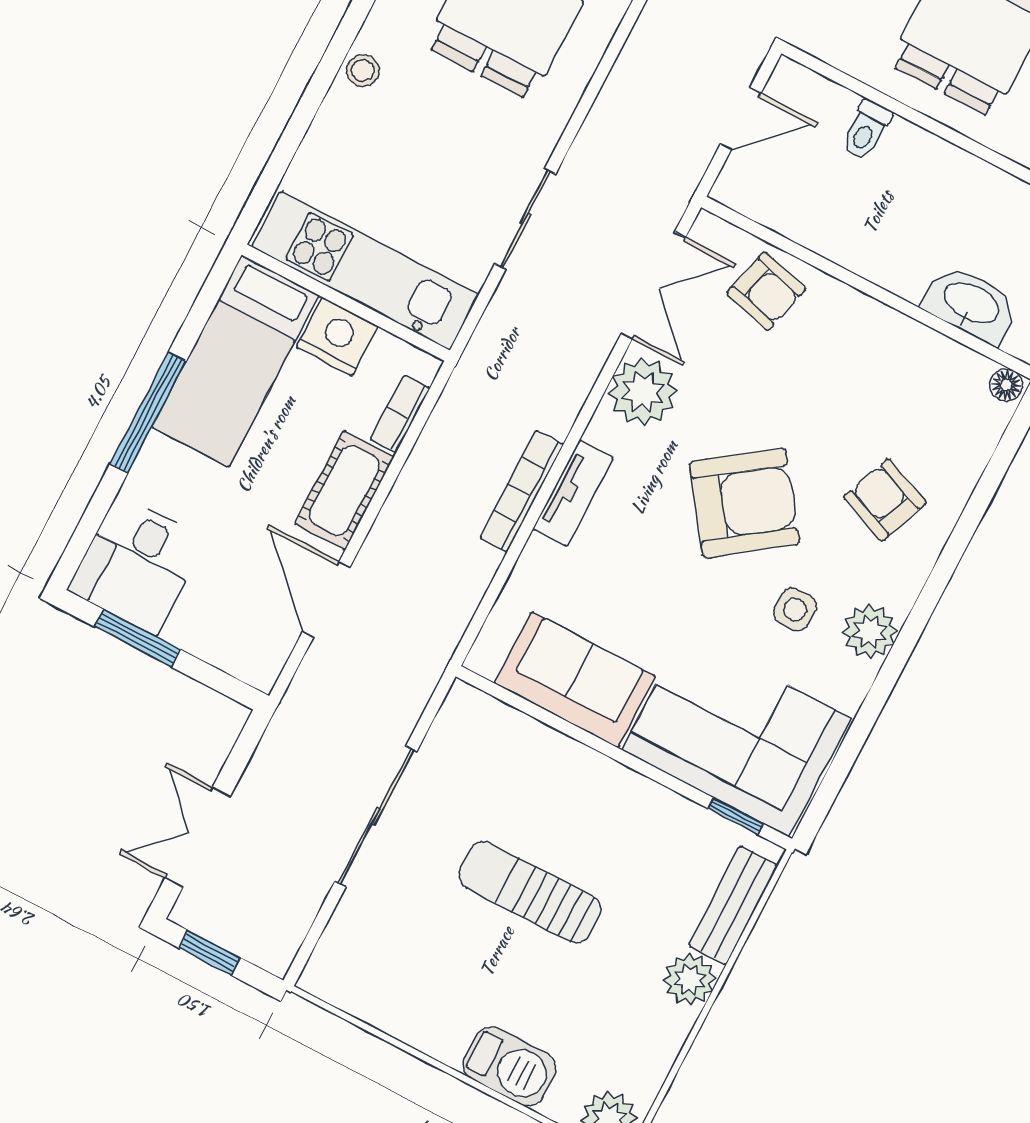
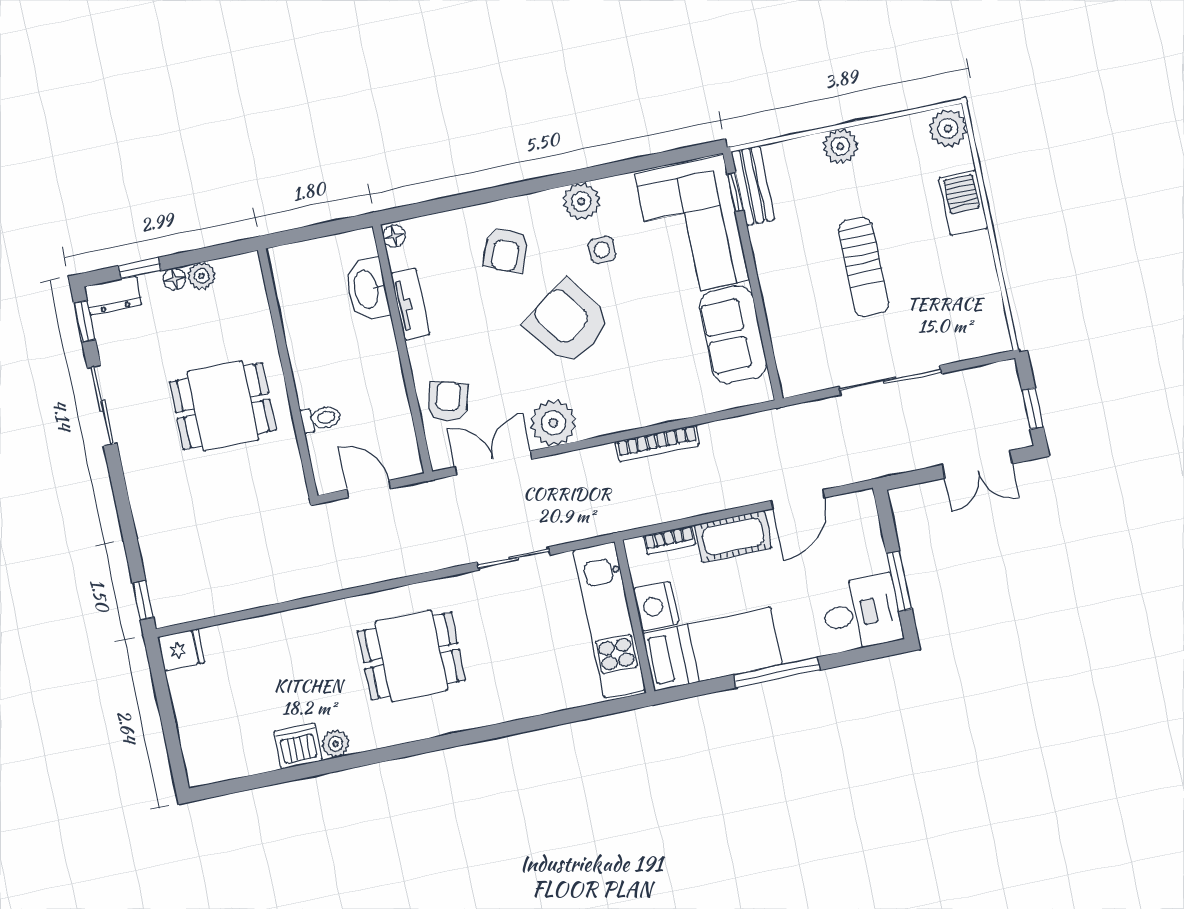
stool: (363, 71) -> (506, 707), removed
tv unit: (573, 493) -> (410, 304), moved, turned 90
bench: (733, 905) -> (753, 186), moved, turned 90

